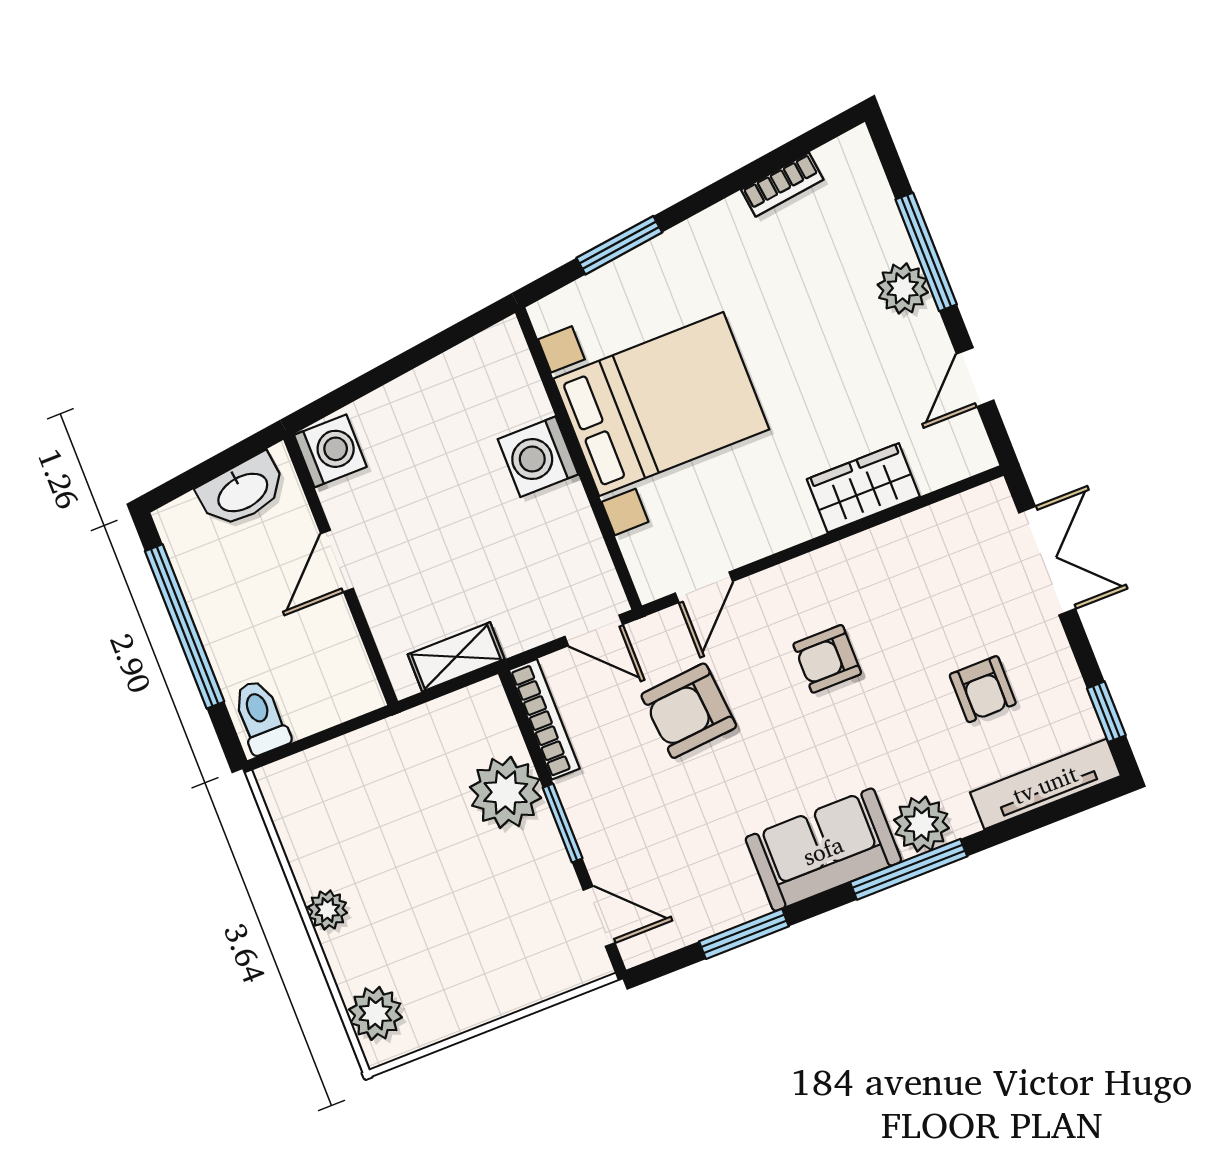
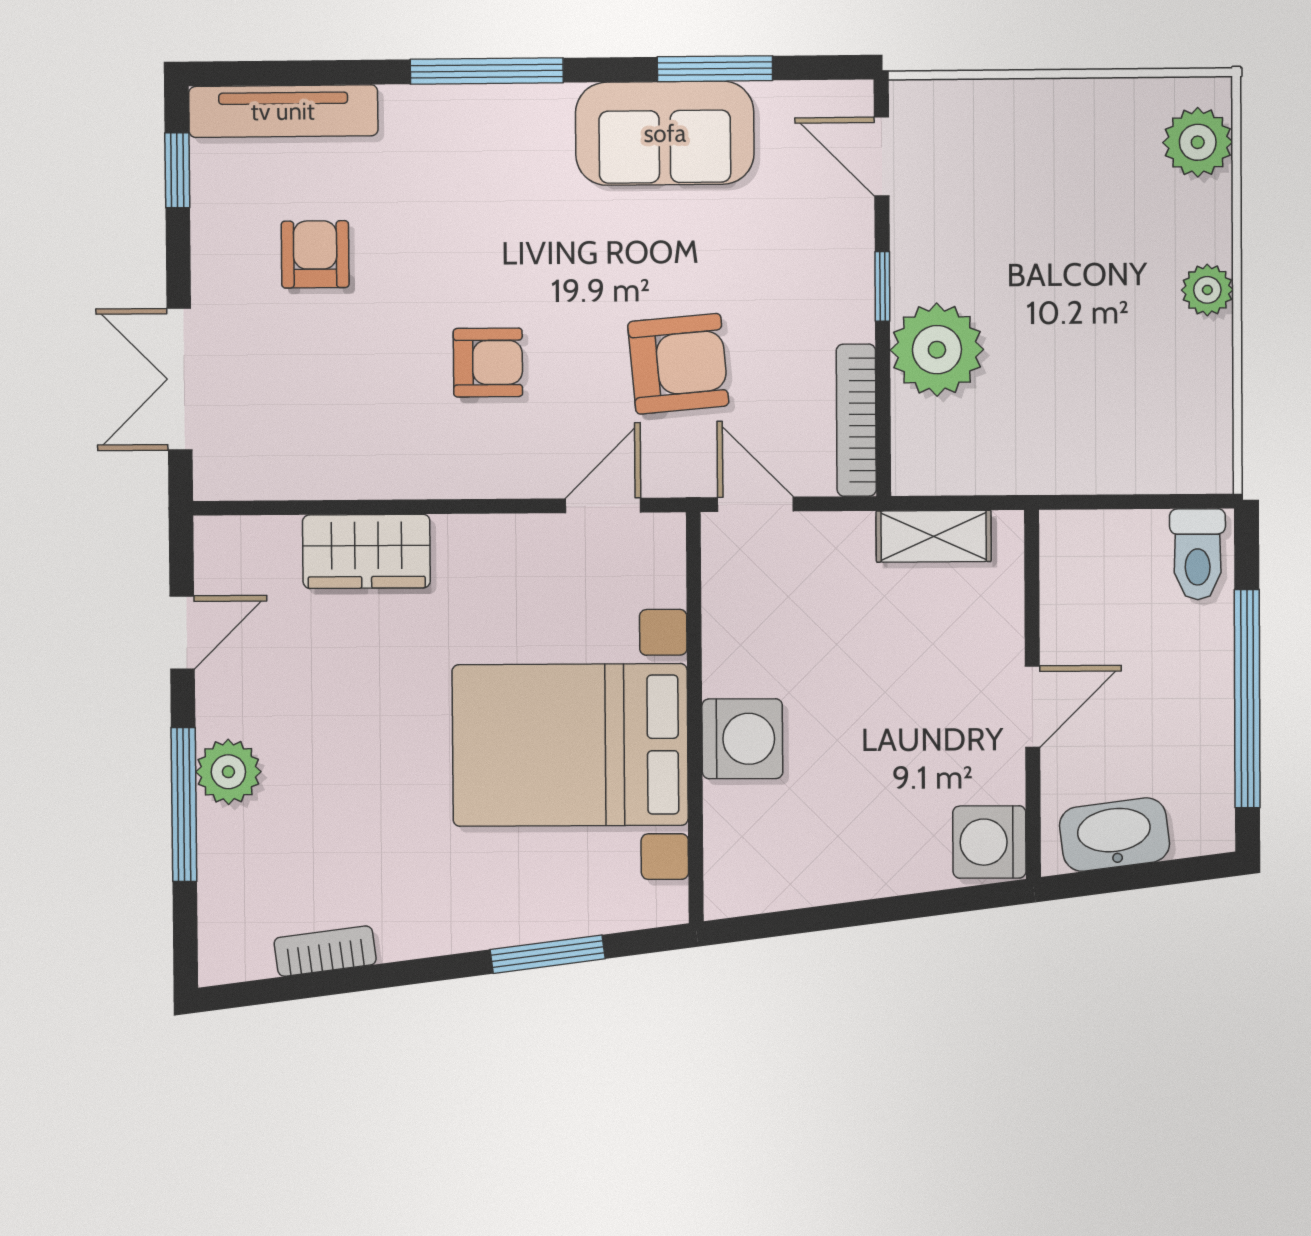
window: (563, 823) -> (882, 286), width x0.67
plant: (921, 824) -> (451, 120), removed
sofa: (823, 850) -> (665, 133), moved

